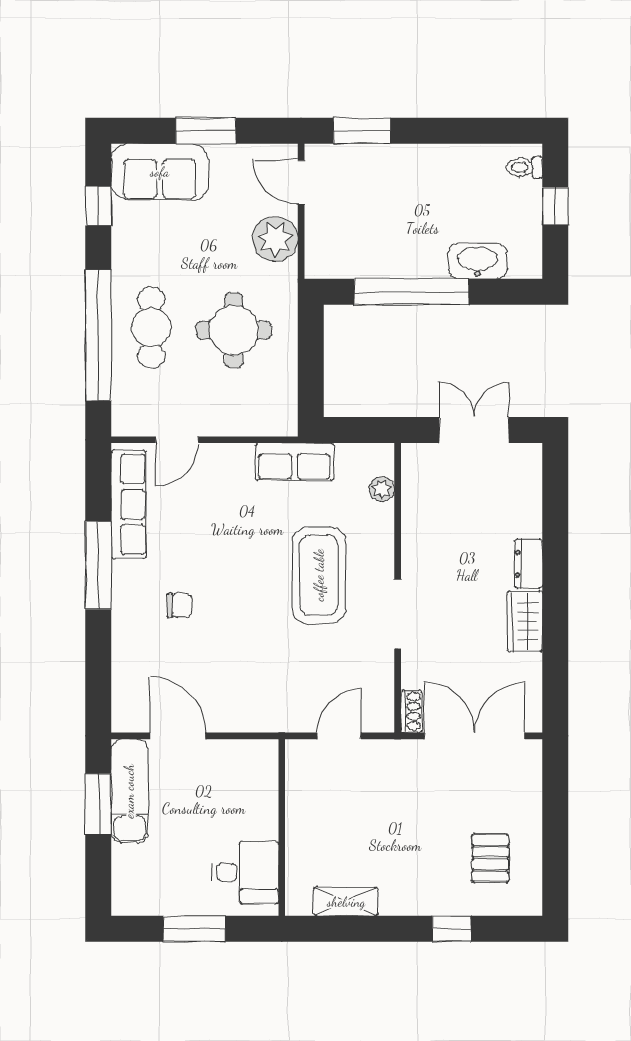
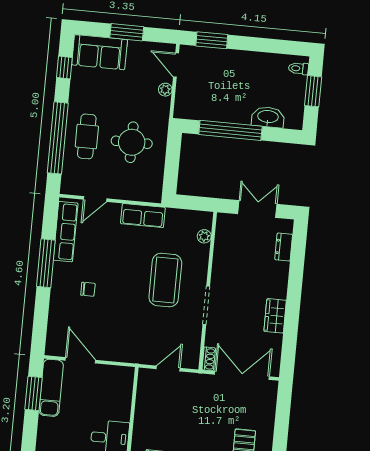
window: (555, 206) -> (313, 91), width x1.50
plant: (275, 239) -> (165, 90), width x0.53, depth x0.53
row of seats: (295, 462) -> (143, 216), moved
dresser: (528, 564) -> (284, 247), moved

